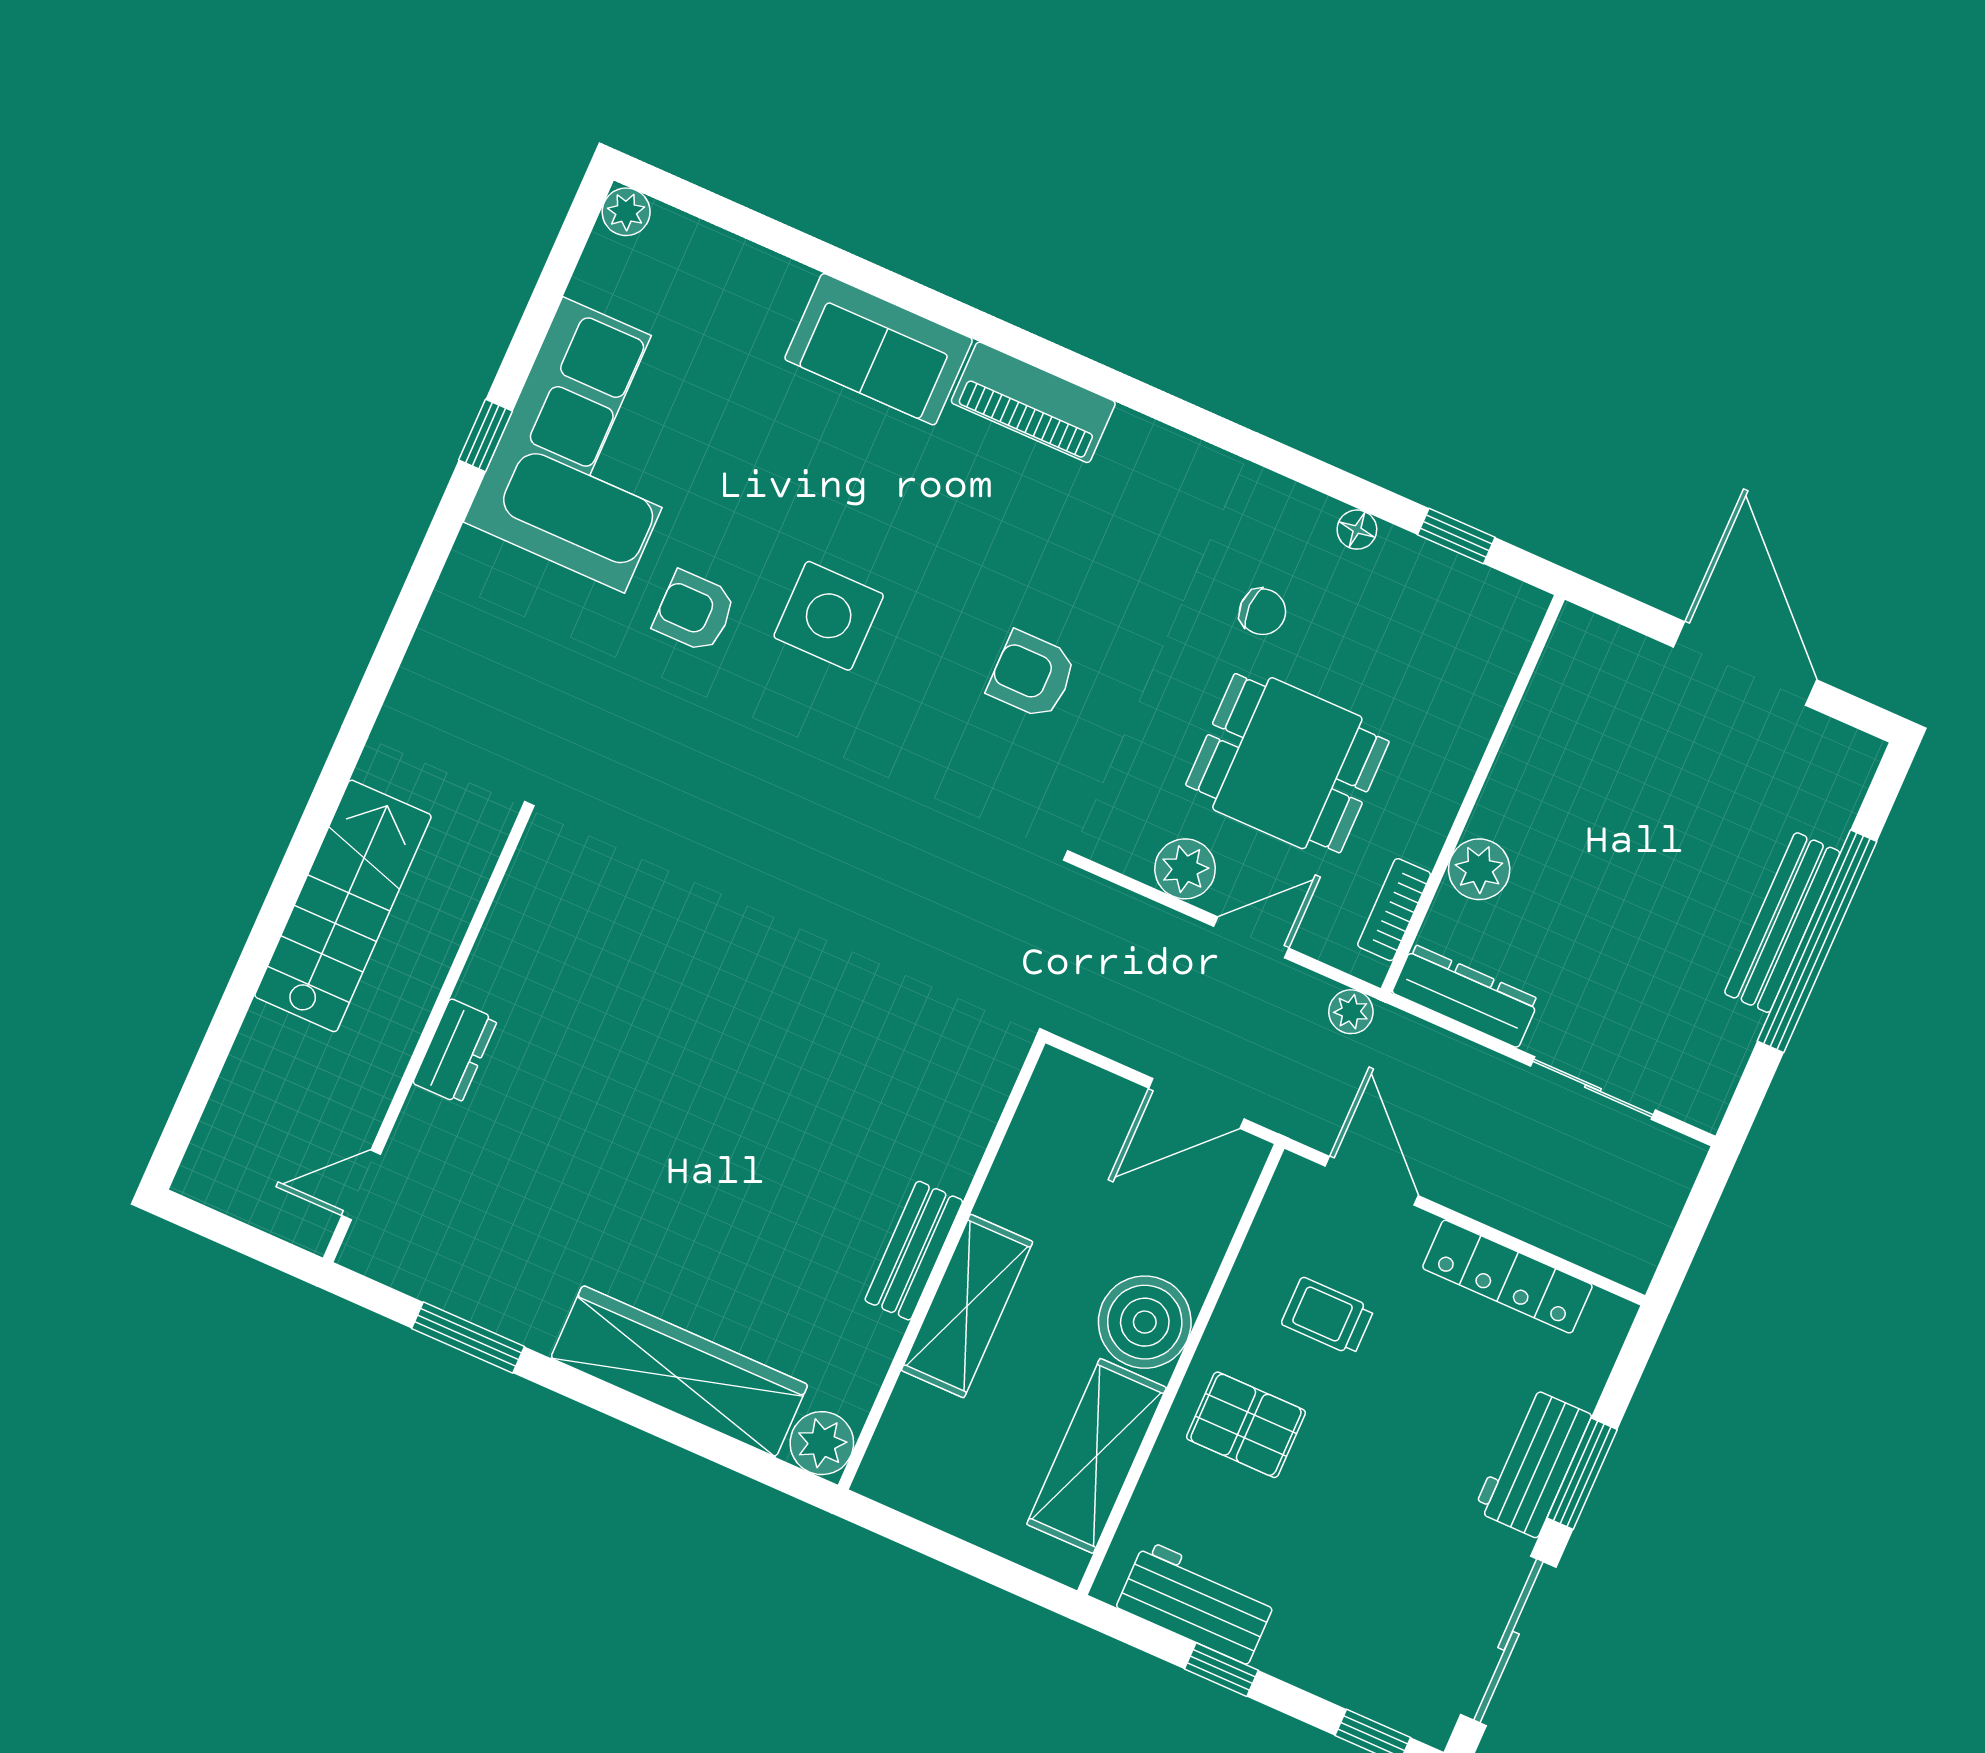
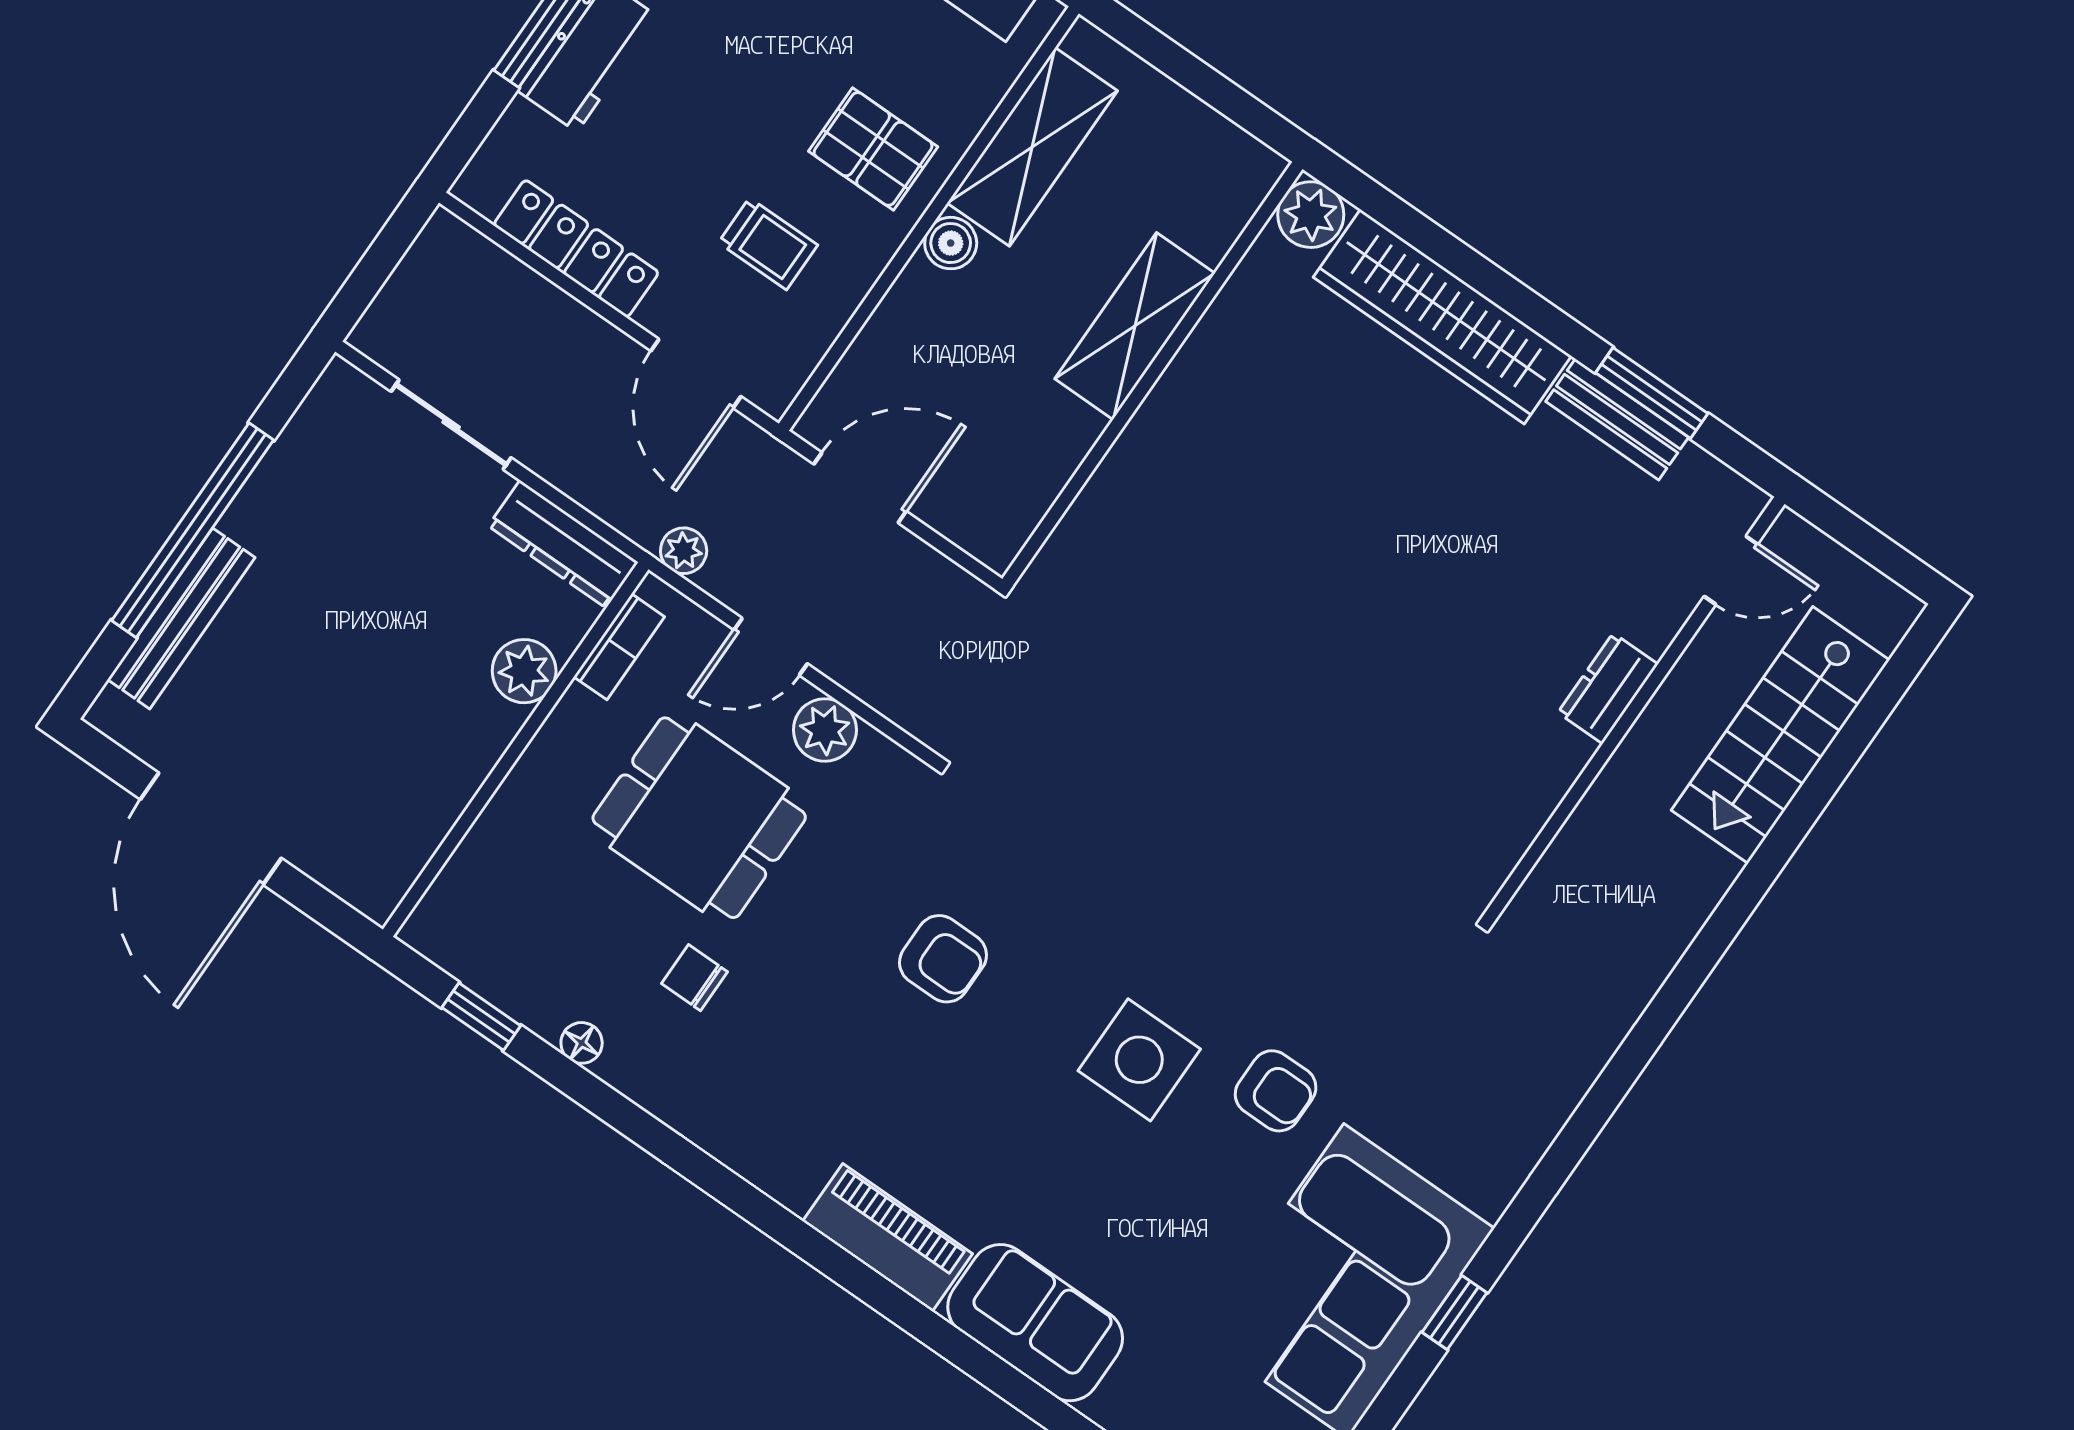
stairs: (343, 906) -> (1780, 735), moved
bench: (1782, 923) -> (181, 618), moved
bench: (914, 1251) -> (1617, 419), moved, turned 90
boiler: (1145, 1322) -> (951, 243), width x0.54, depth x0.54

